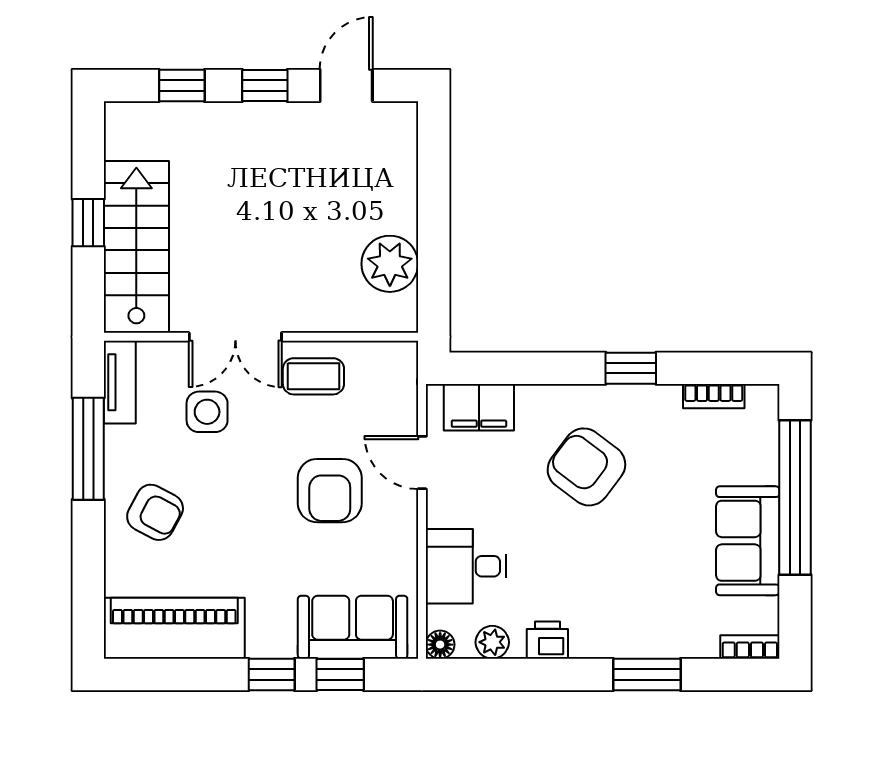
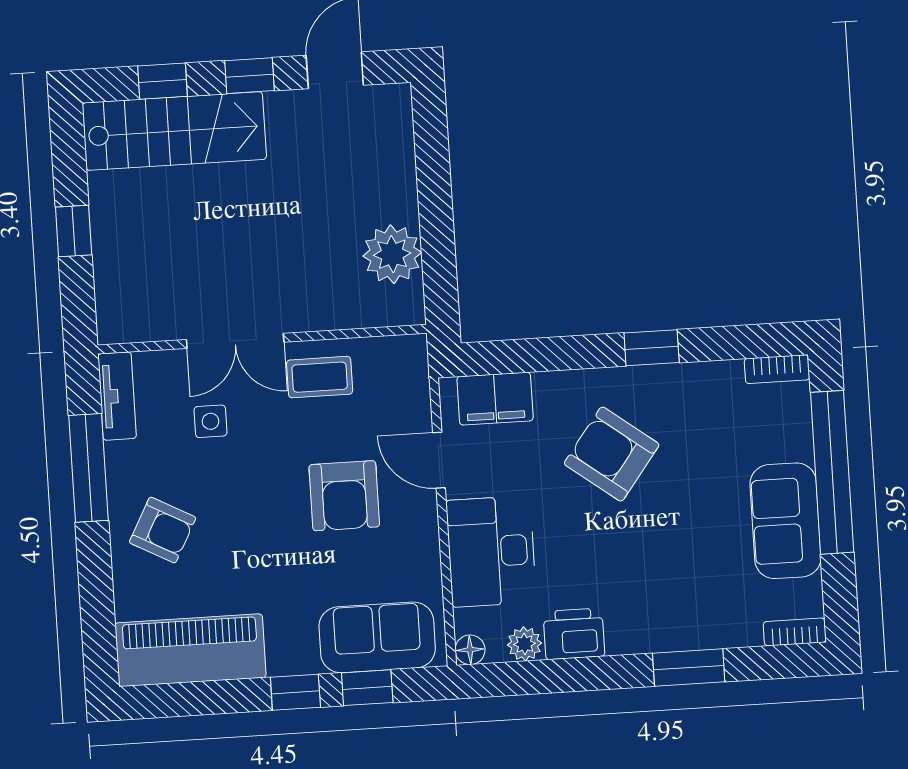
stairs: (136, 247) -> (174, 131), moved, turned 90
bookcase: (714, 396) -> (777, 369), moved
side table: (207, 412) -> (210, 421), width x0.73, depth x0.73
desk: (466, 566) -> (491, 551), width x1.37
printer: (547, 640) -> (574, 634), width x1.36, depth x1.24

